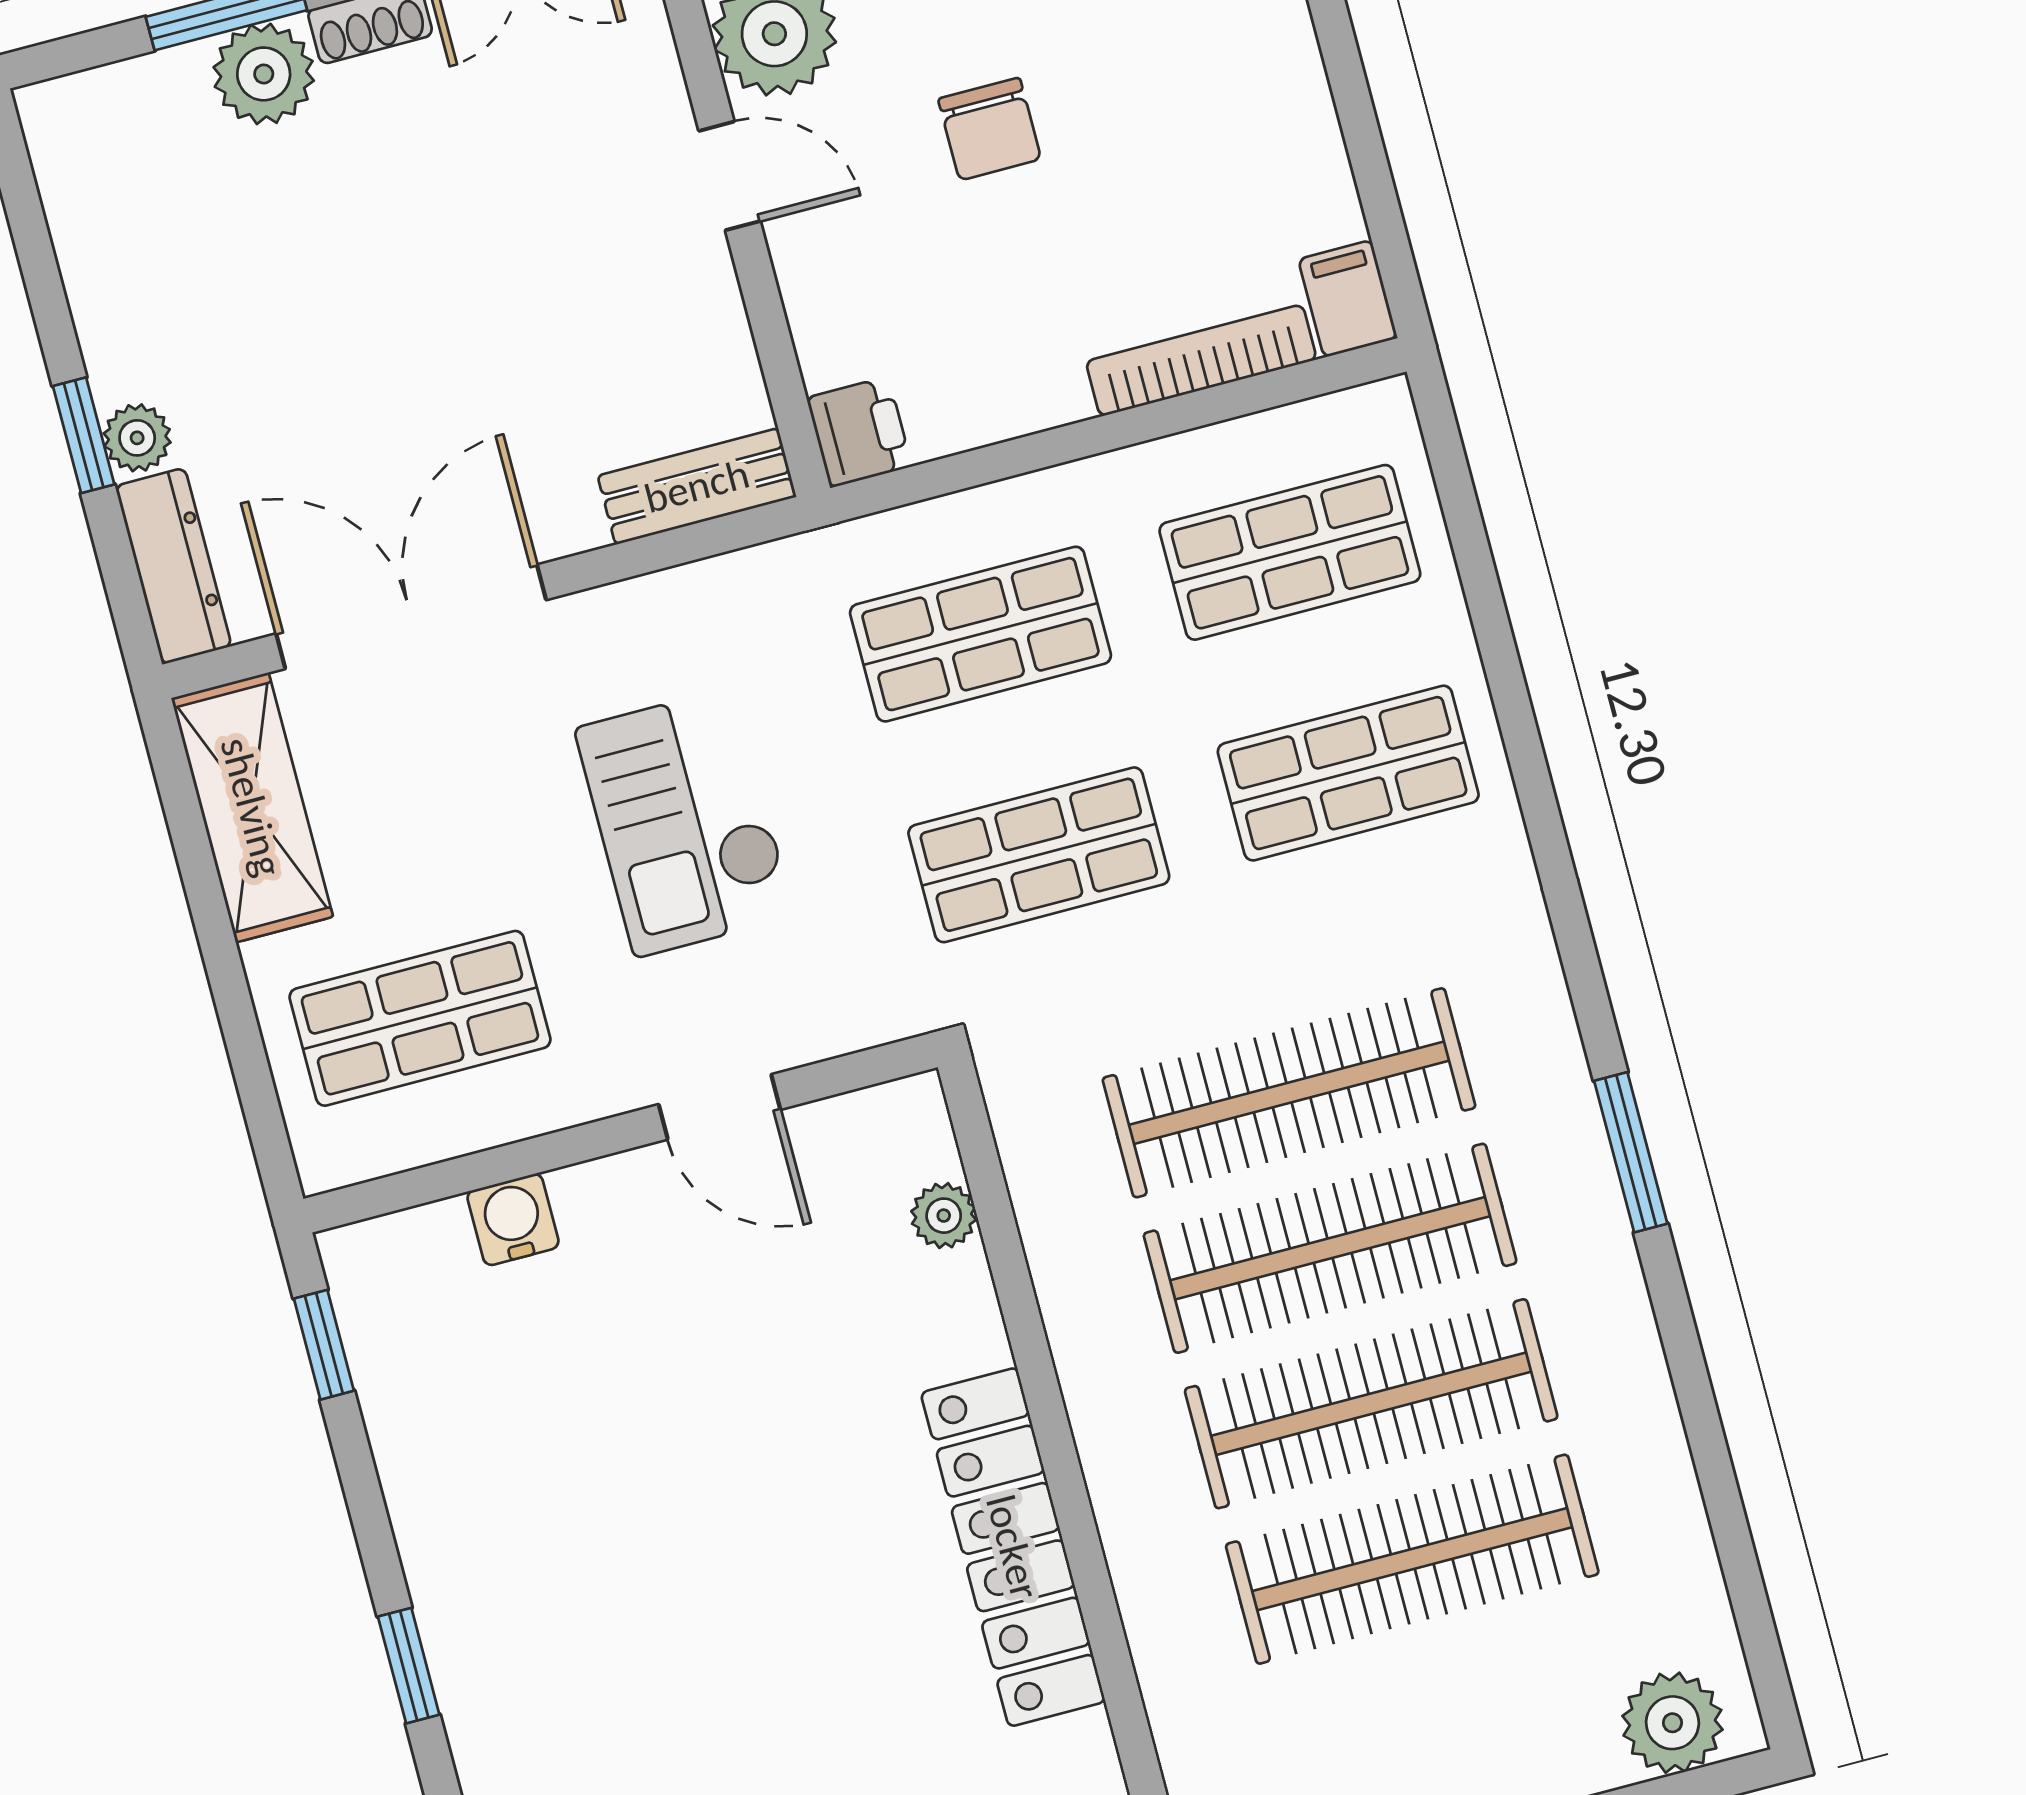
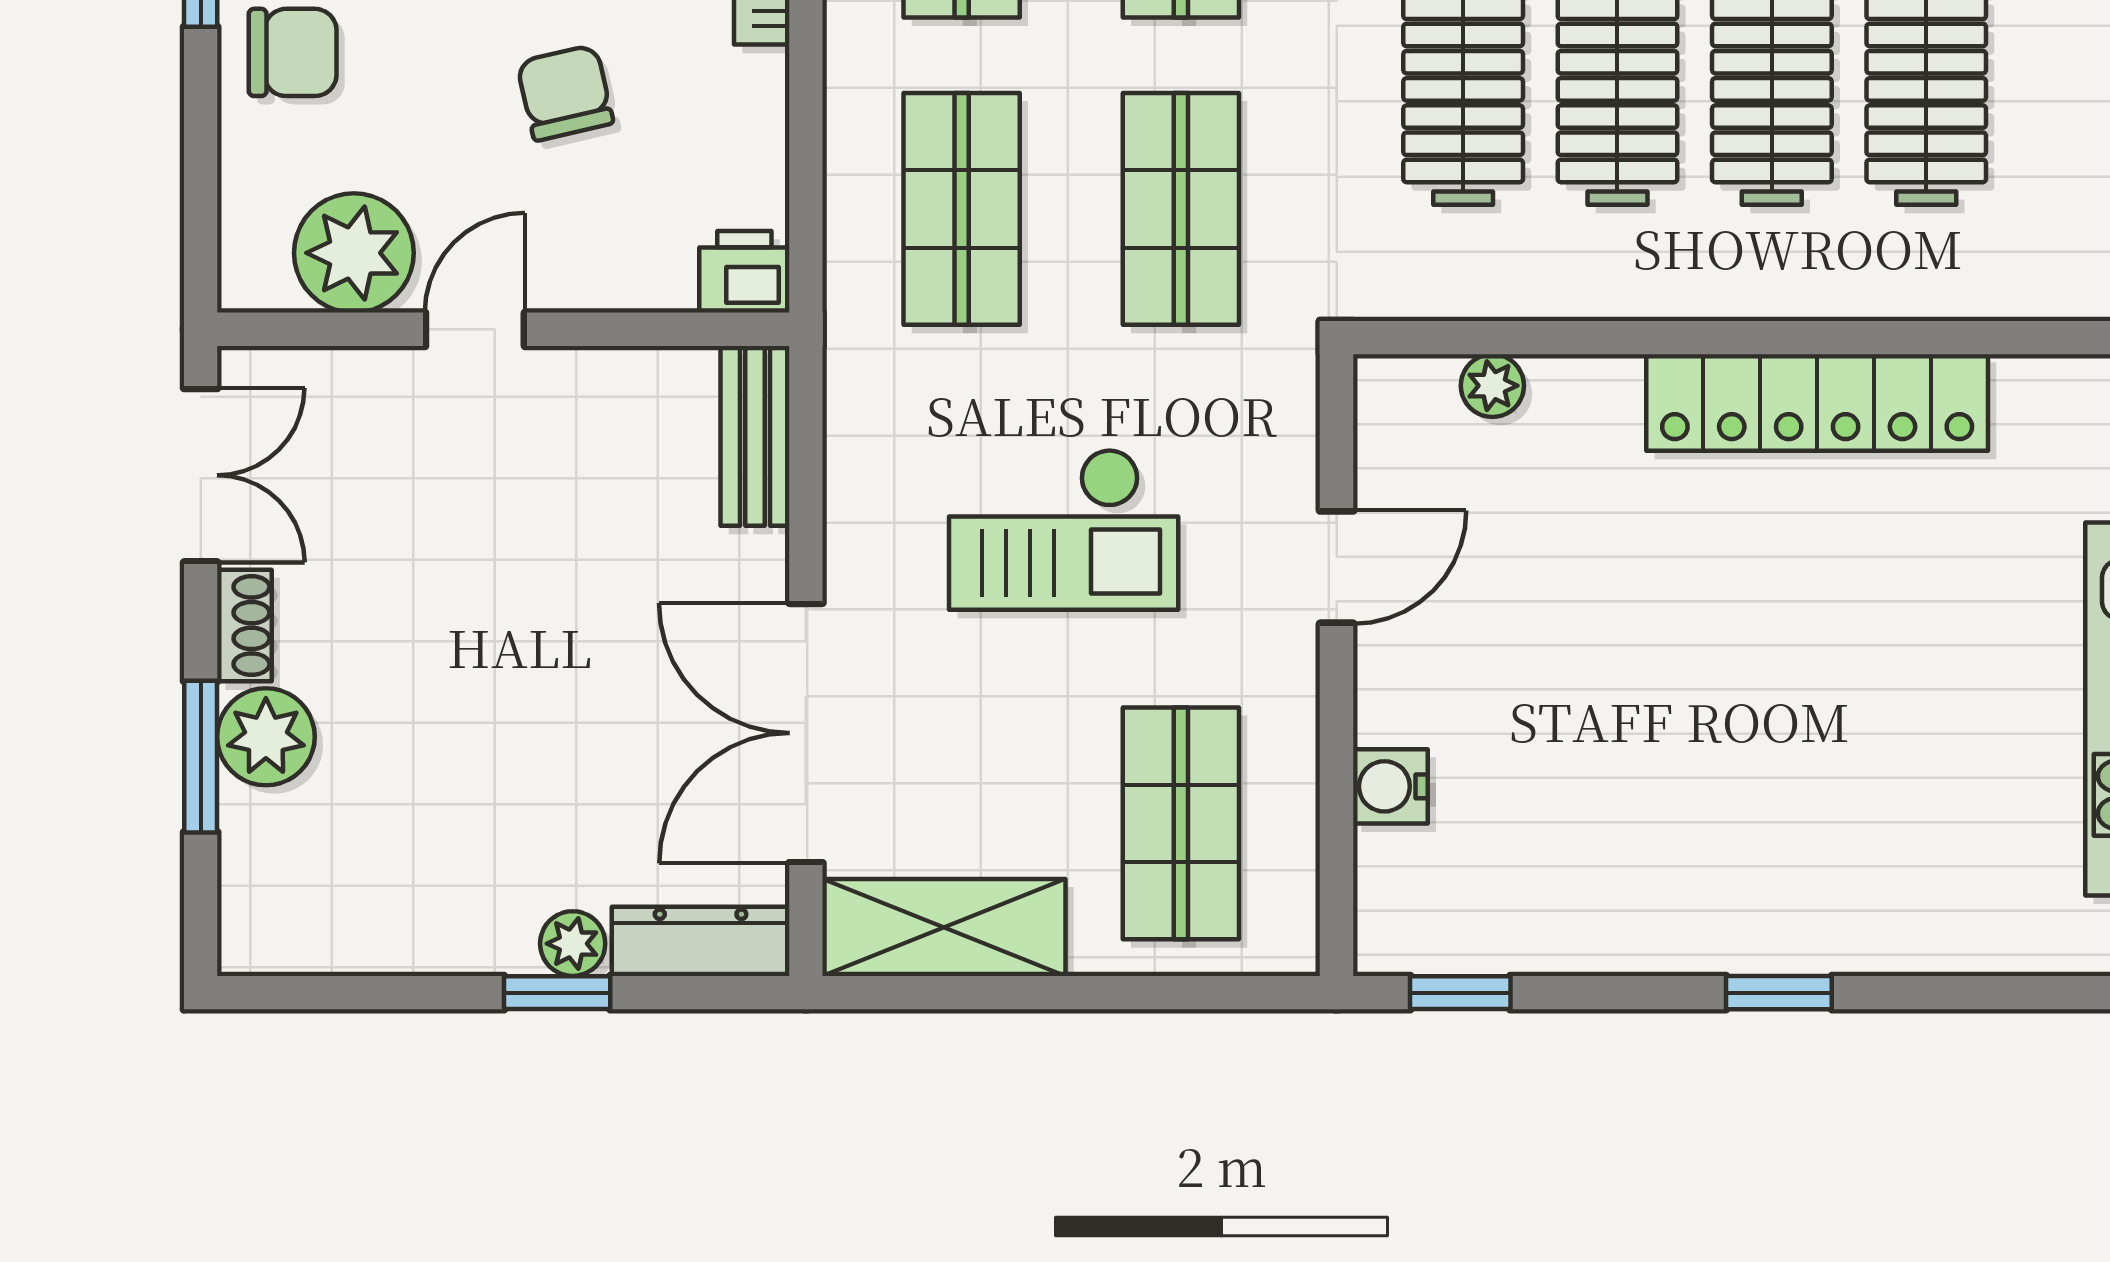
chair: (990, 129) -> (565, 93), moved, turned -103

